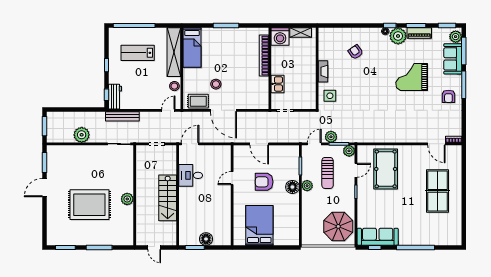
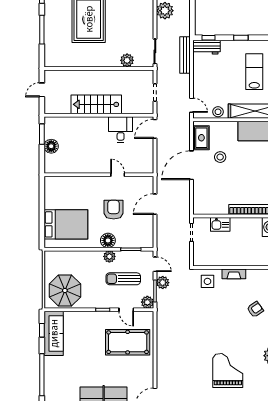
door: (190, 144) -> (155, 129), swing flipped
plant: (127, 199) -> (127, 60), moved
bed: (259, 225) -> (66, 224), moved

